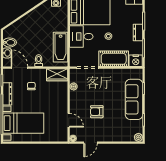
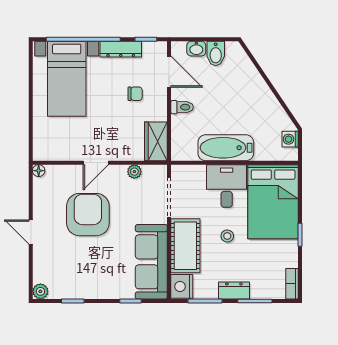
bathtub: (61, 47) -> (226, 148), moved
door: (19, 68) -> (169, 72), hinge flipped
sofa: (134, 99) -> (151, 262), moved, turned -90
armchair: (97, 112) -> (88, 215), width x1.88, depth x1.88
door: (69, 120) -> (96, 163), moved
door: (90, 143) -> (31, 232), moved

